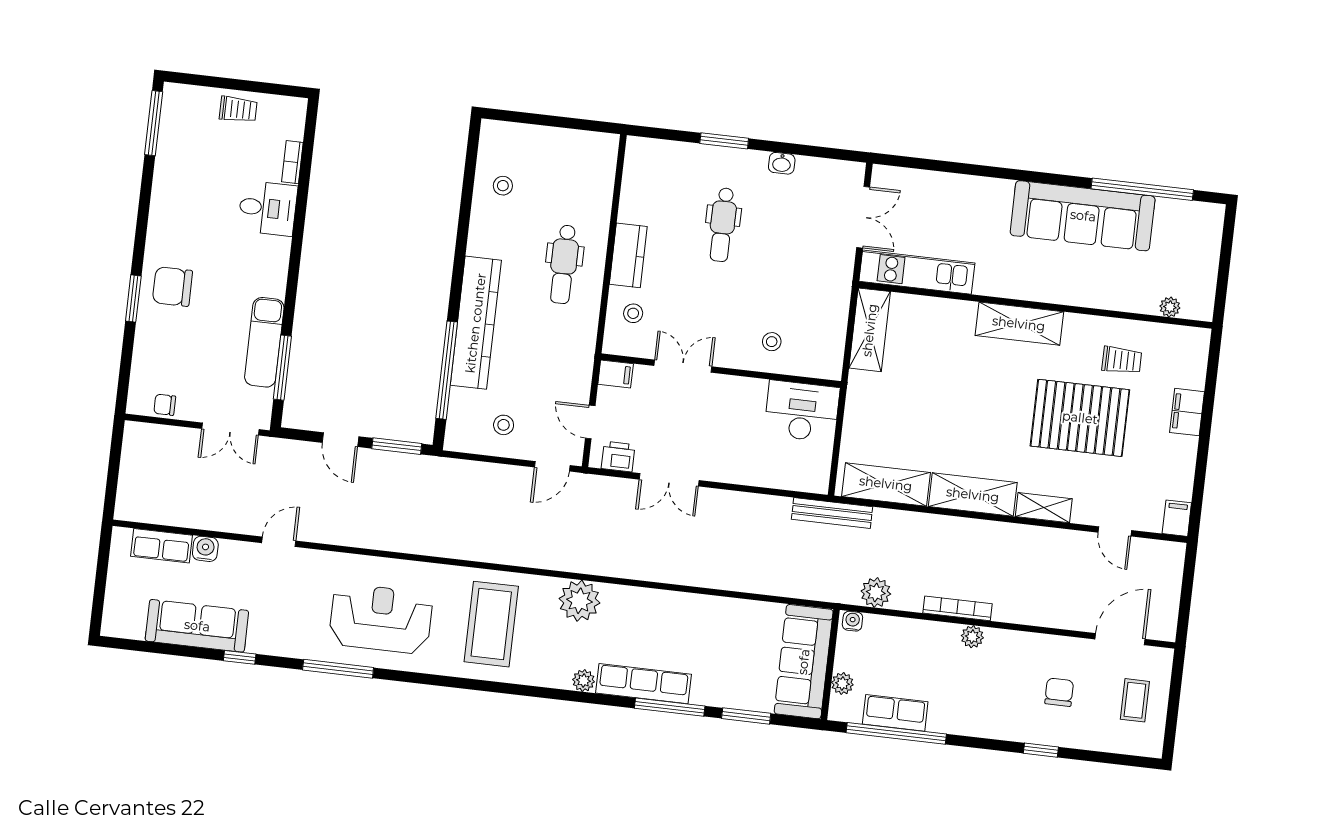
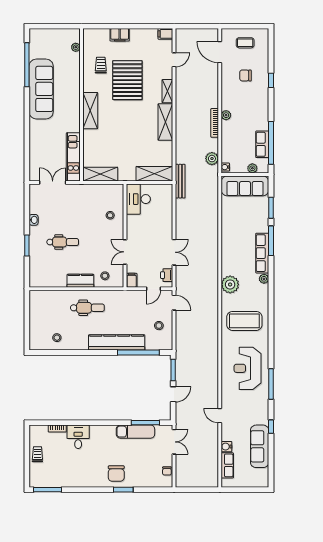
shelving: (886, 484) -> (154, 174), moved, turned 90

